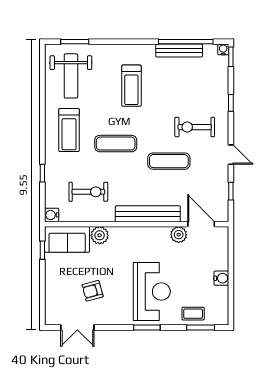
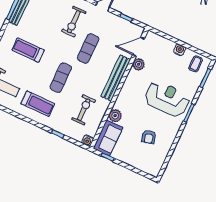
treadmill: (131, 86) -> (28, 50), turned 180
coffee table: (193, 314) -> (196, 64), moved
double door: (77, 328) -> (168, 158), removed

